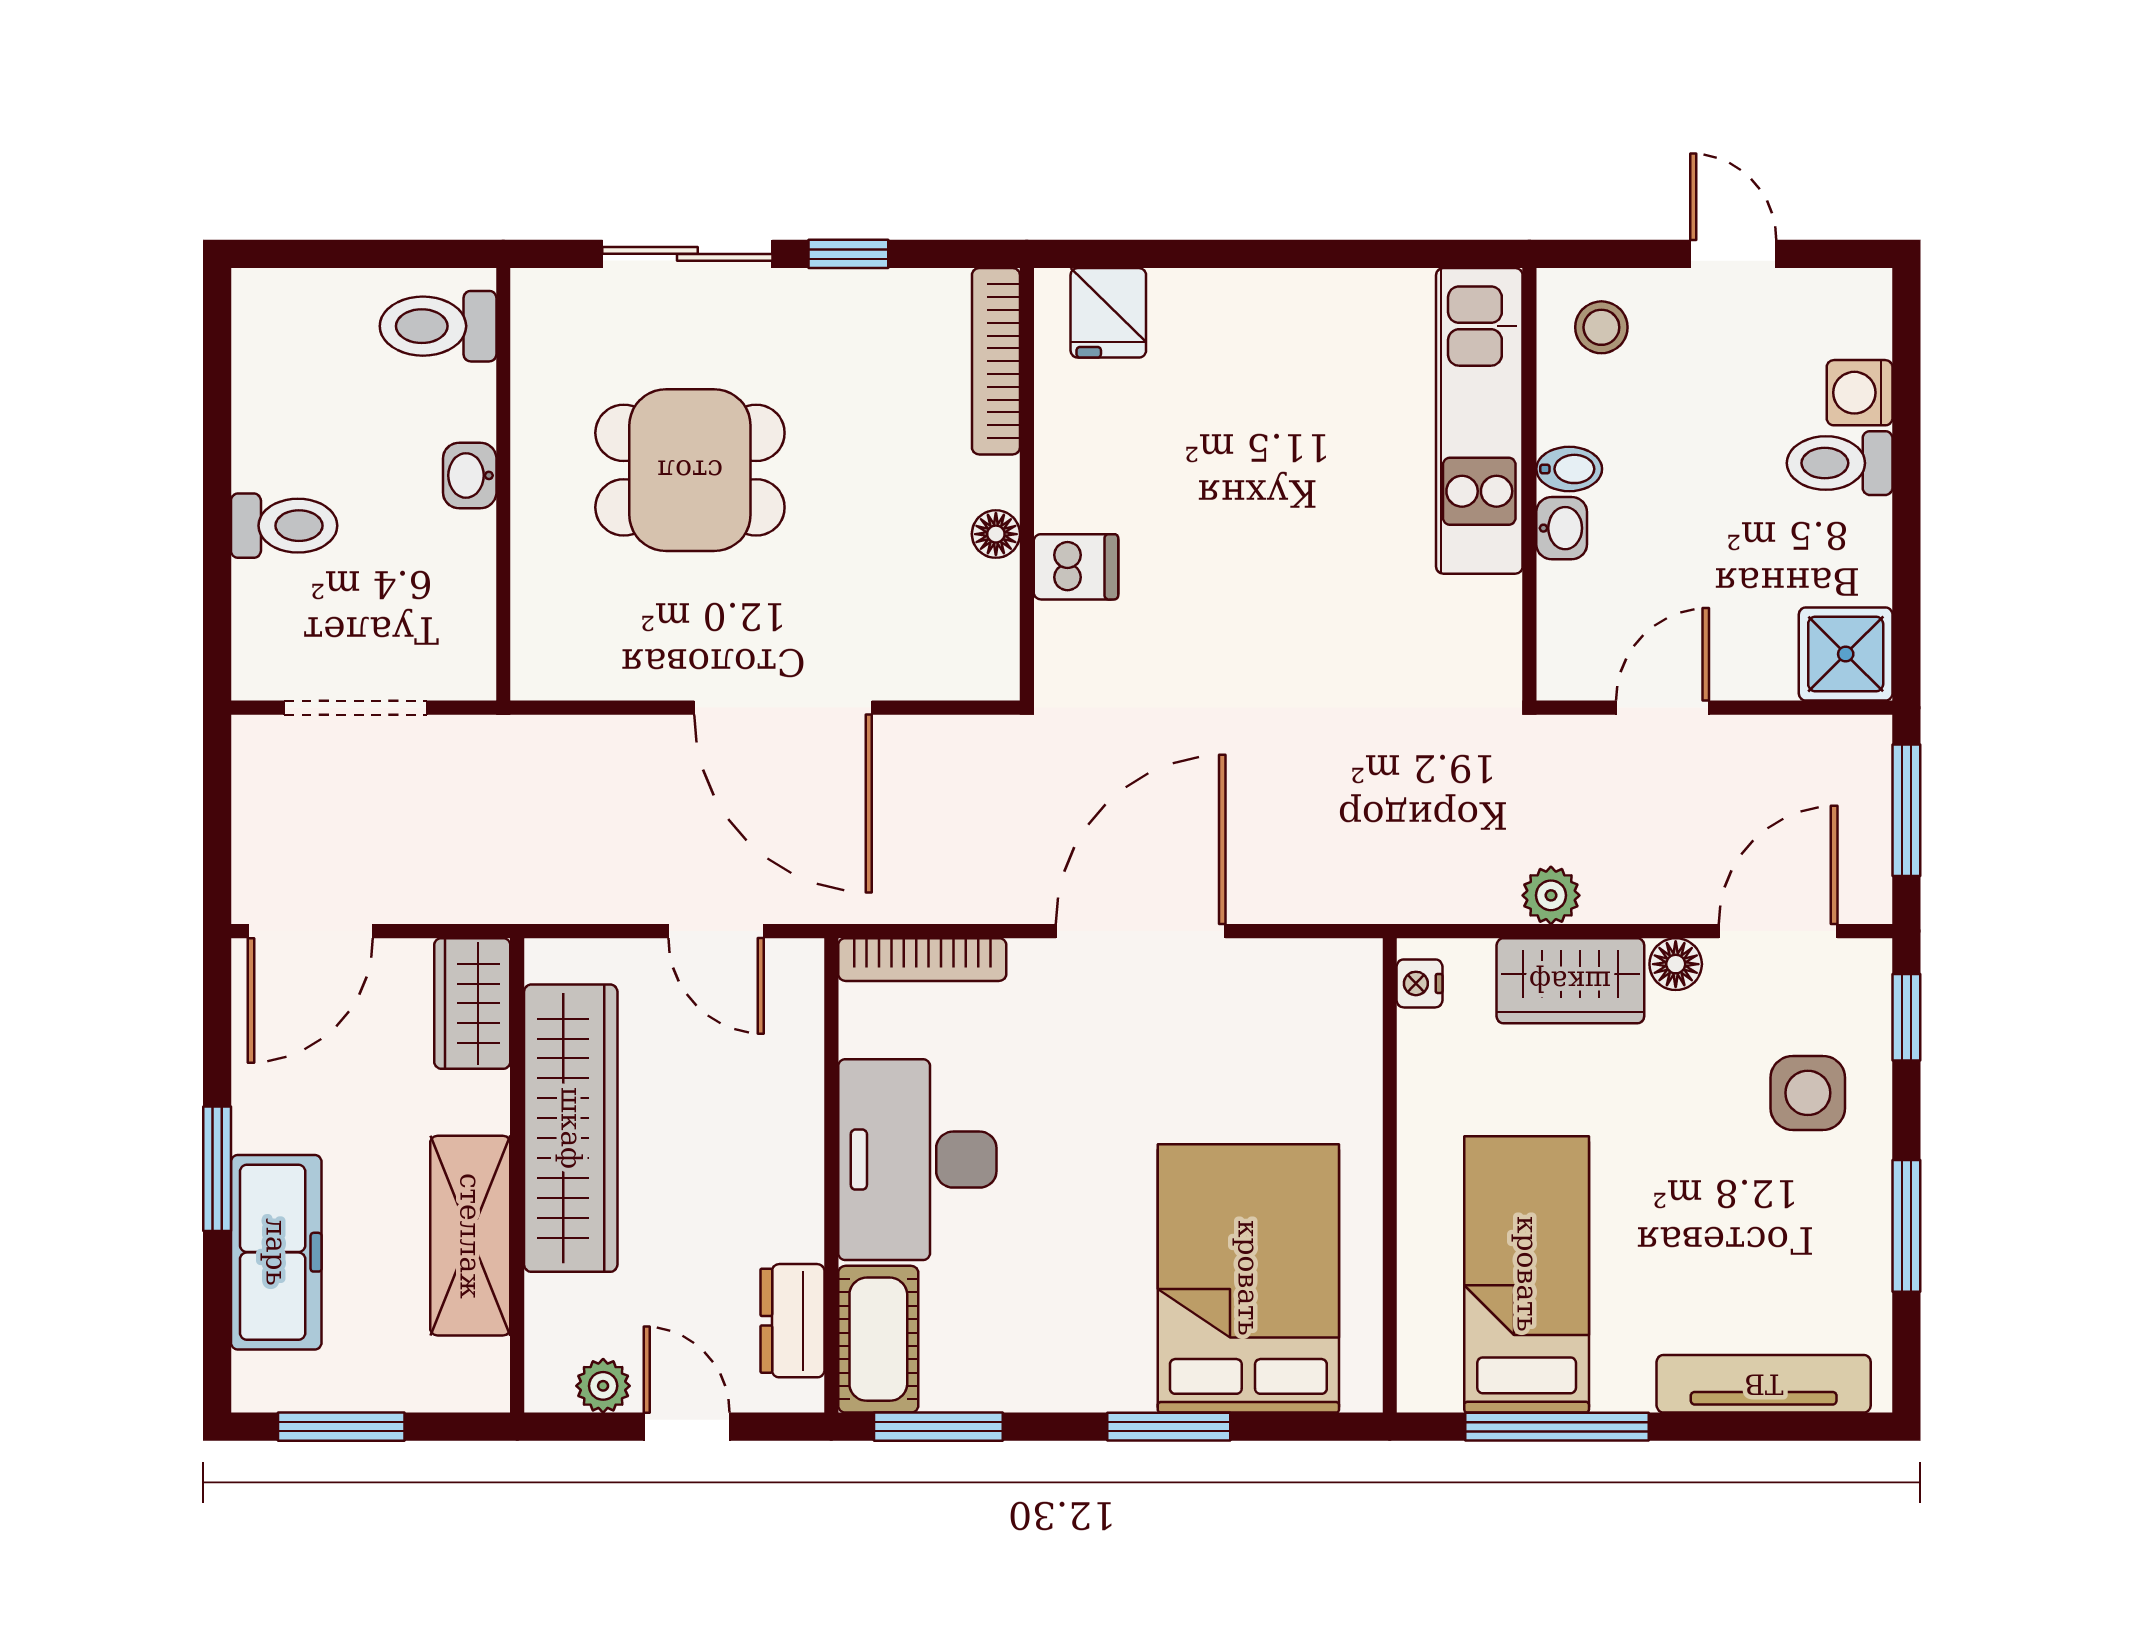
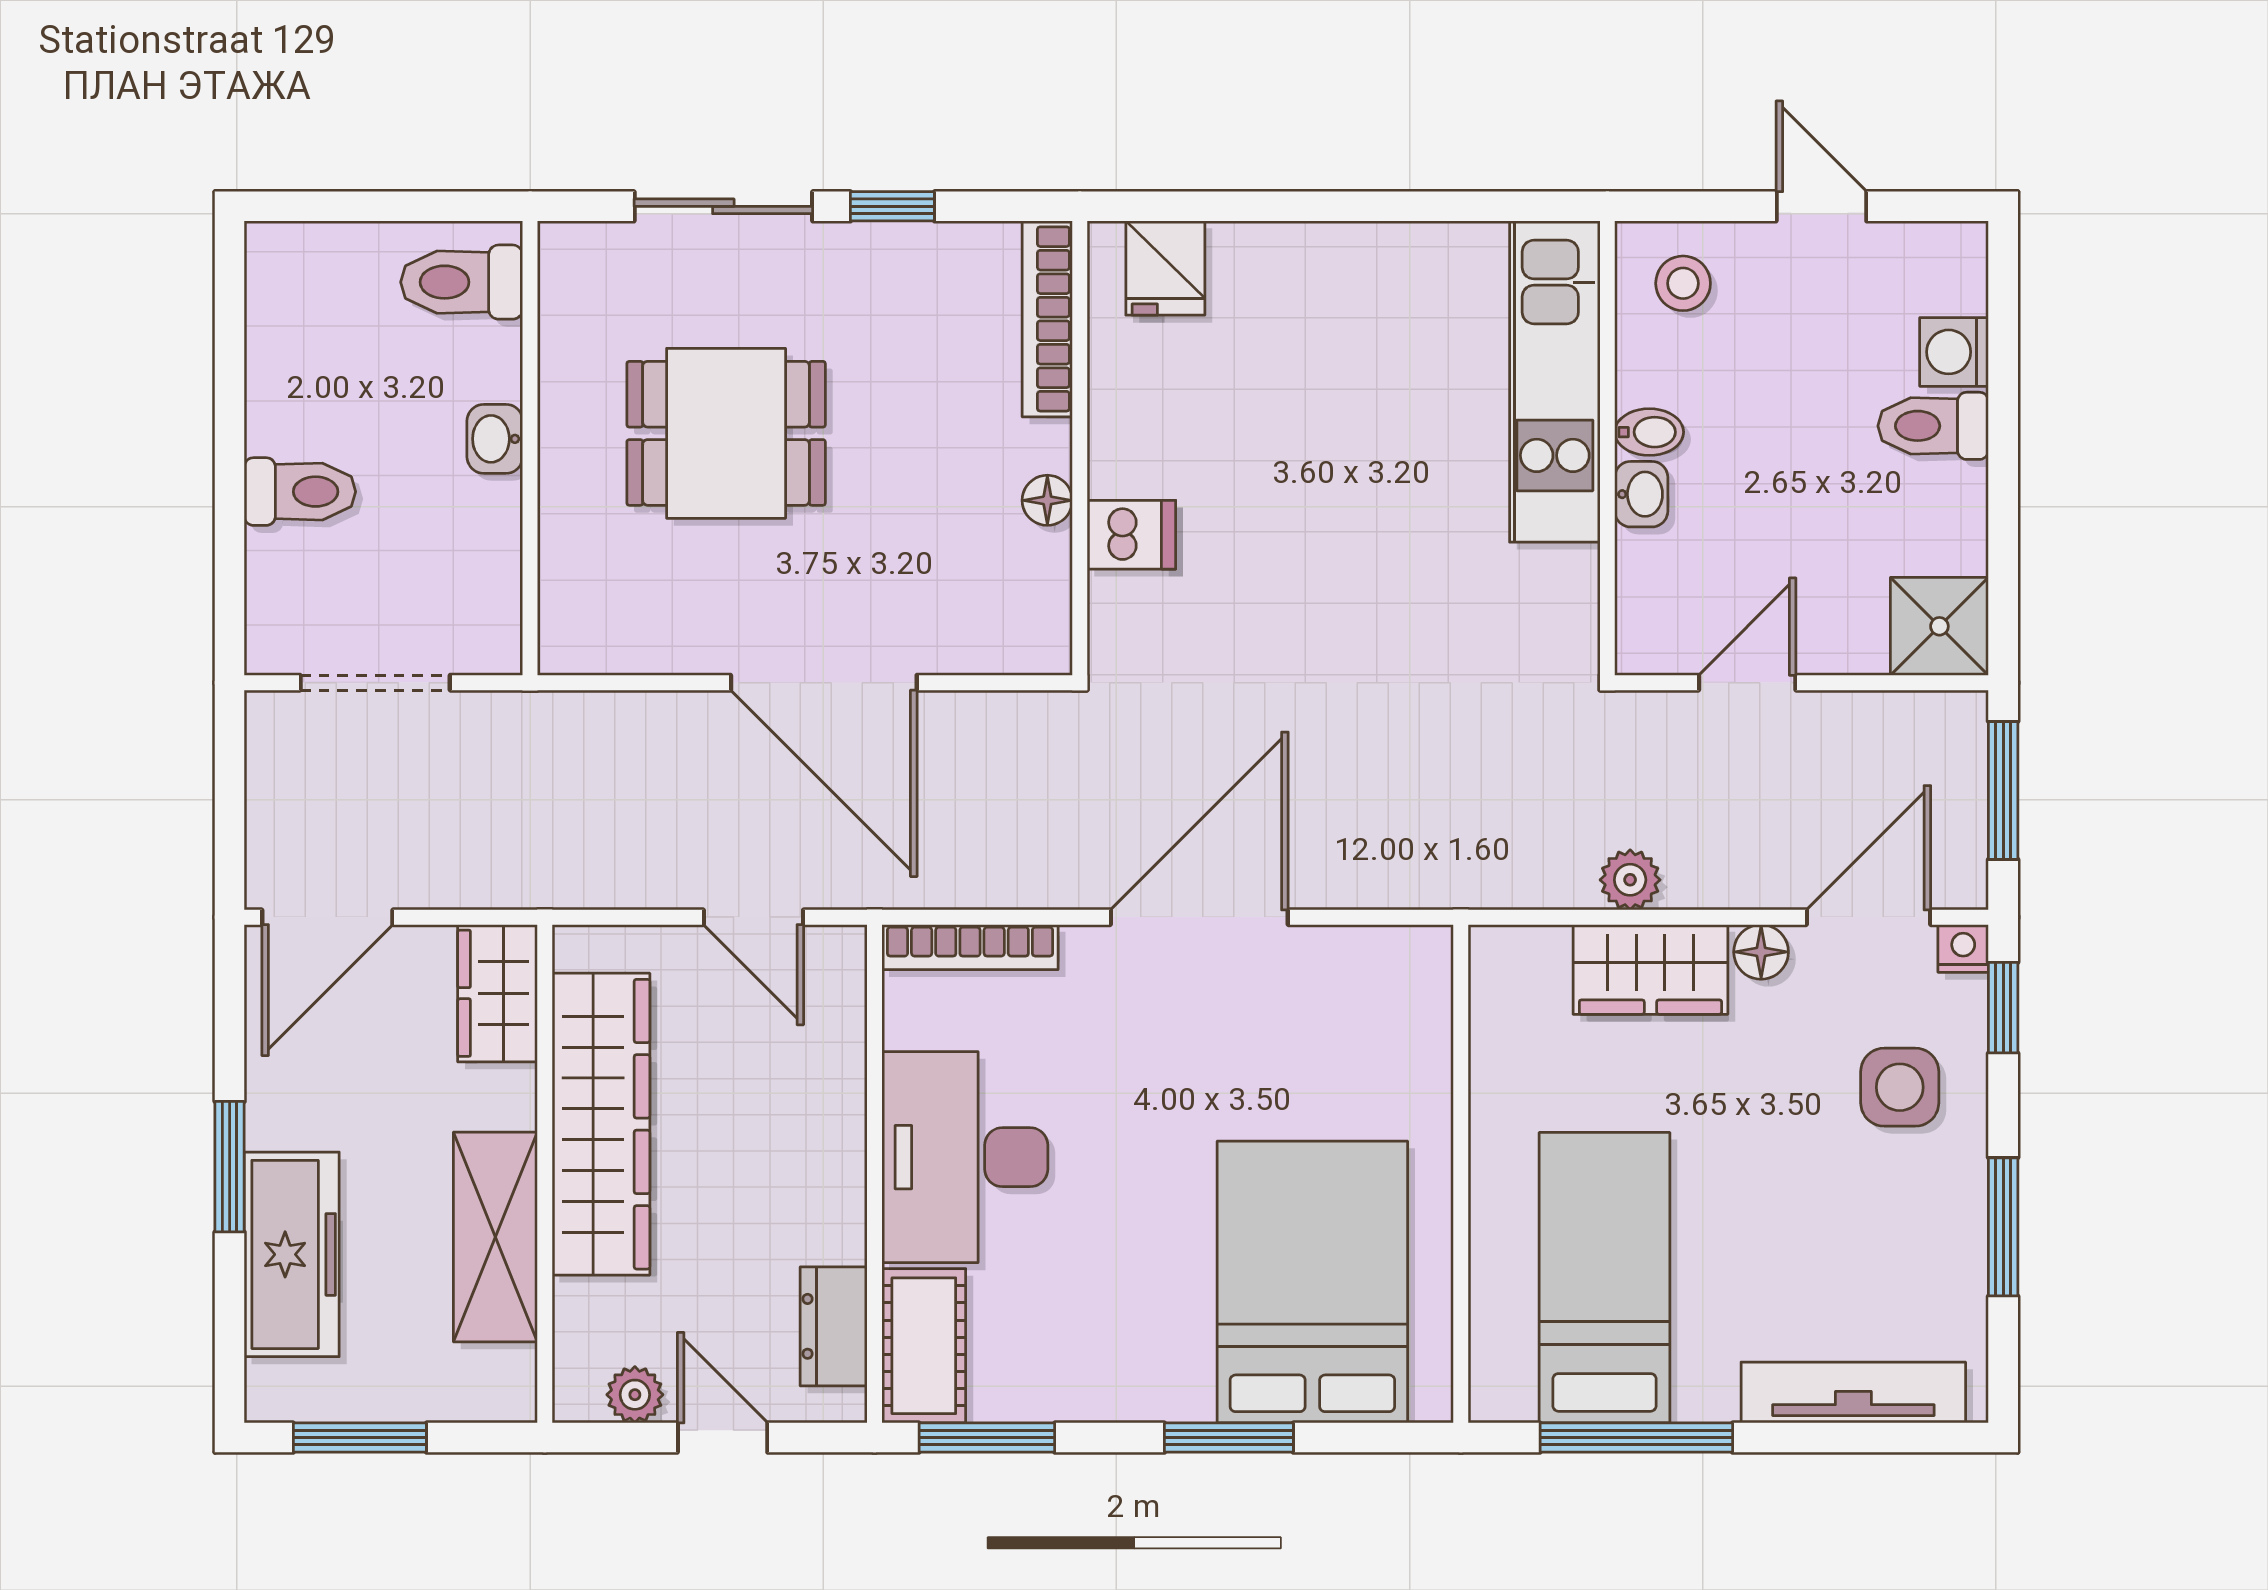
nightstand: (1420, 983) -> (1963, 948), moved, turned 90

